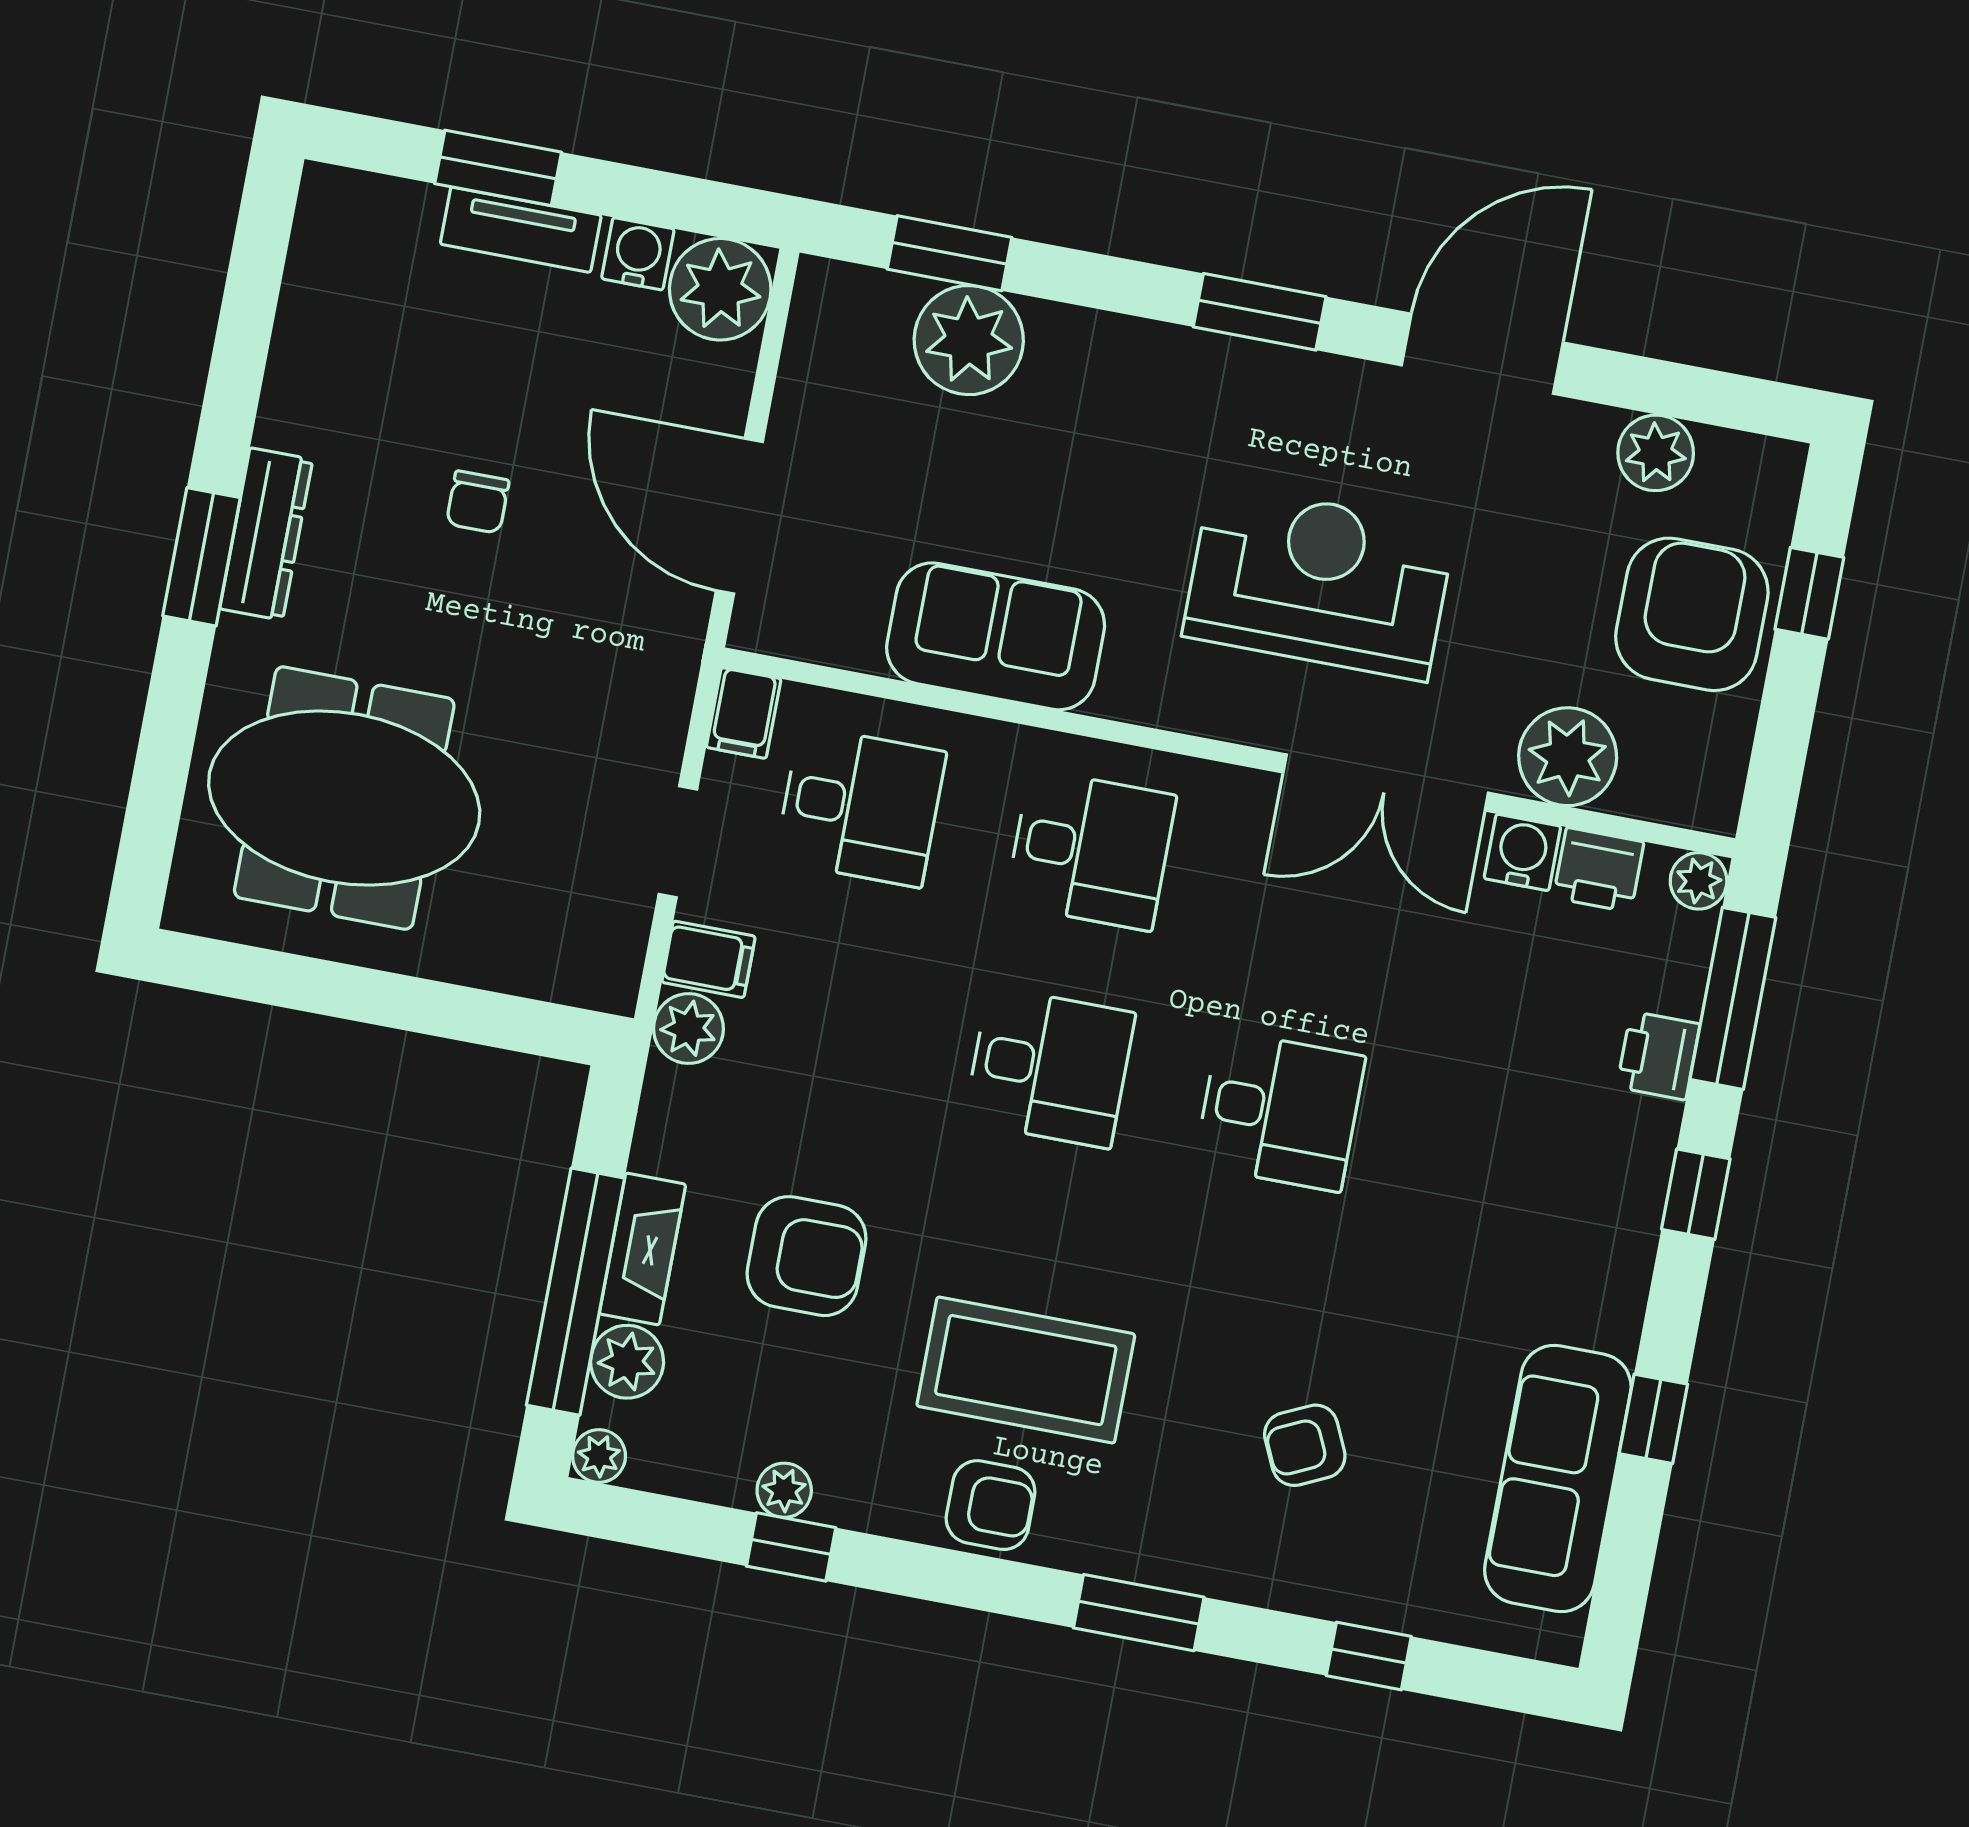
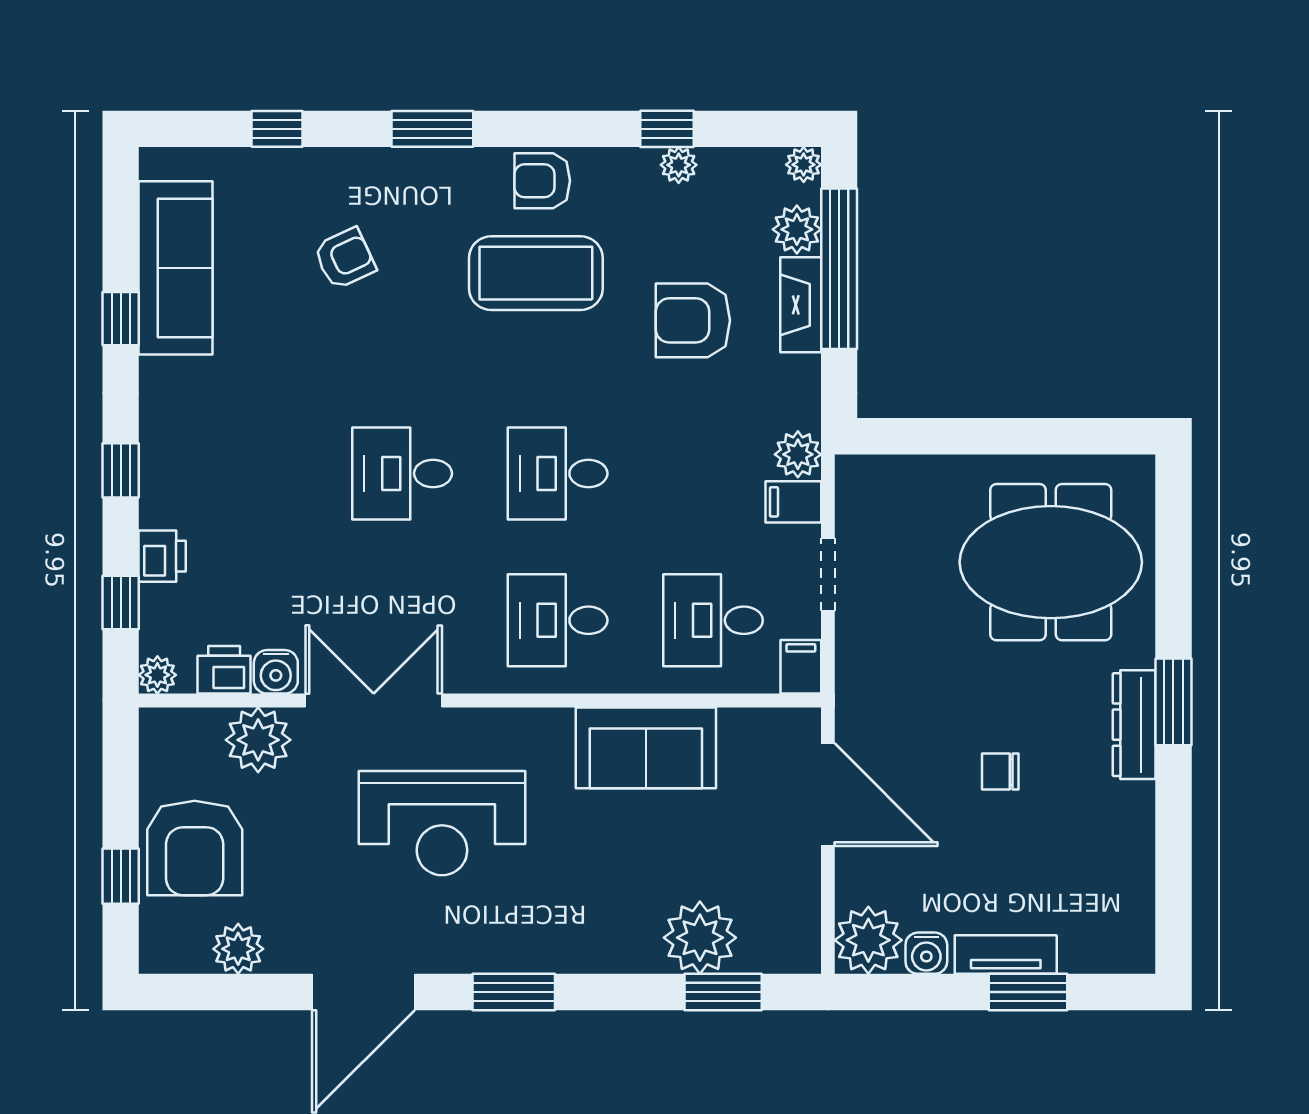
chair: (478, 502) -> (1000, 772), turned -90
window: (1733, 998) -> (121, 603), width x0.46

